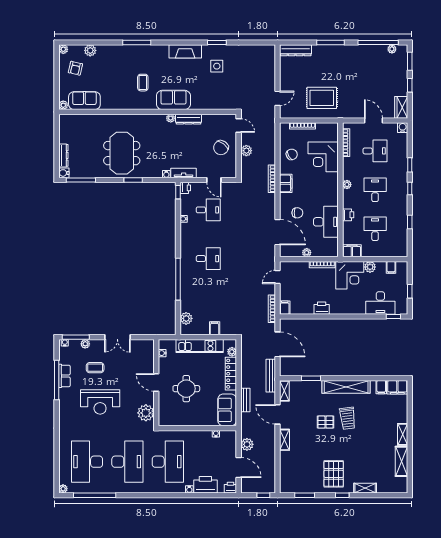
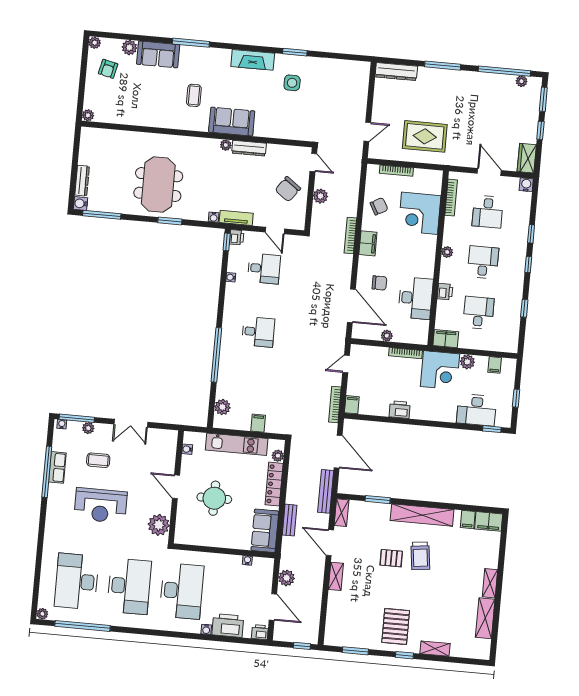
sofa: (84, 101) -> (158, 54), moved, turned 180
desk: (375, 151) -> (488, 212), turned 90

